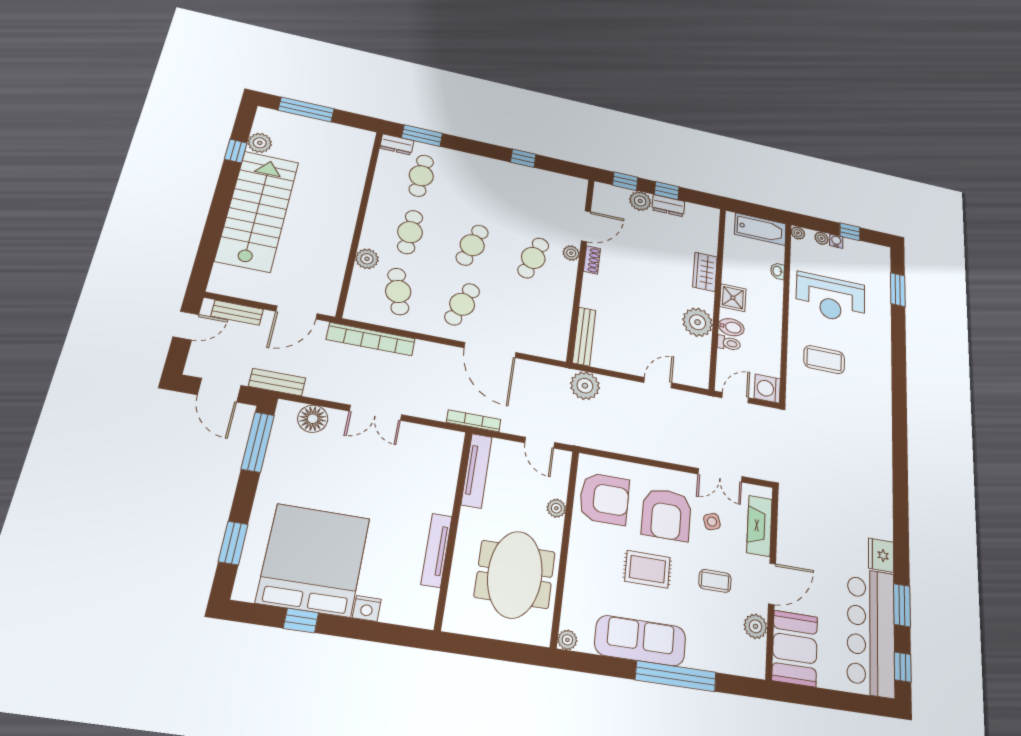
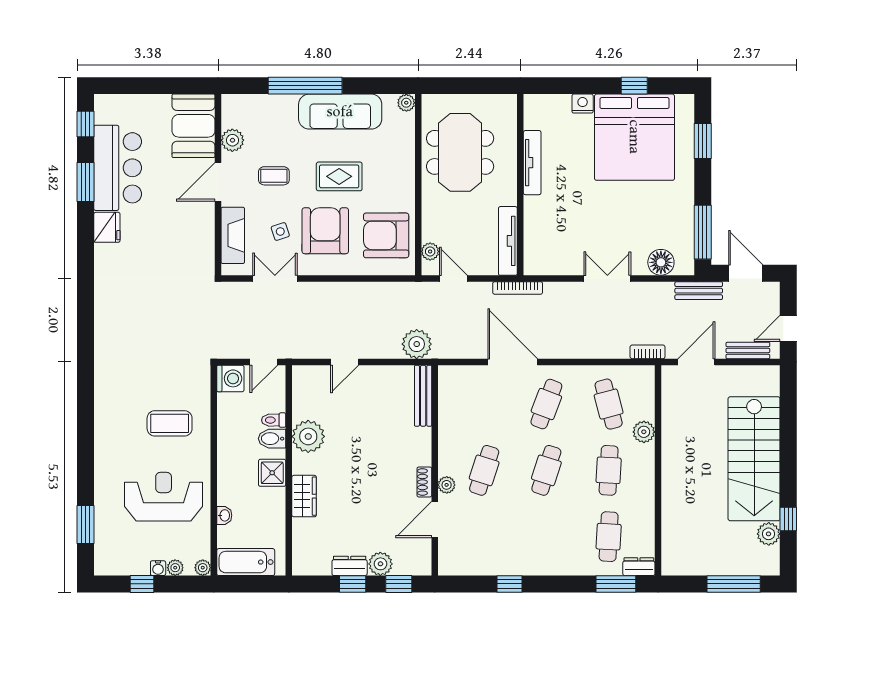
bookcase: (371, 339) -> (648, 352), width x0.43, depth x0.76
plant: (556, 508) -> (430, 251), moved
bar counter: (871, 632) -> (118, 168), width x0.73

